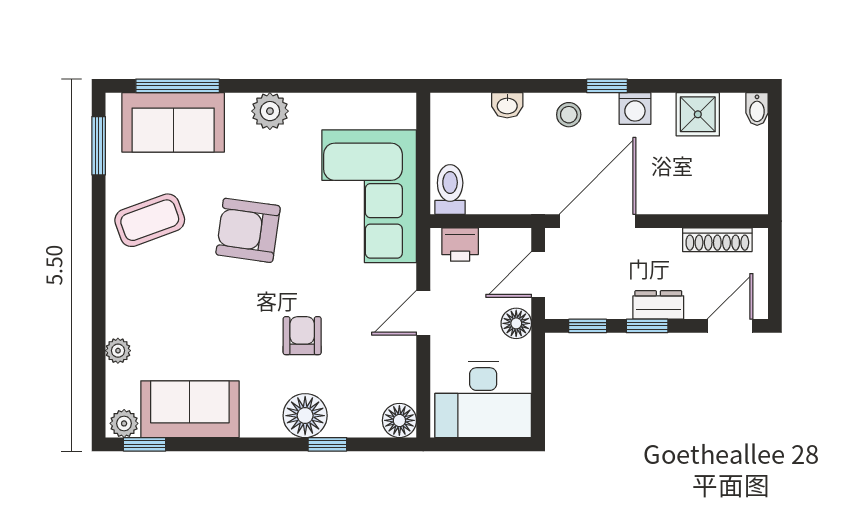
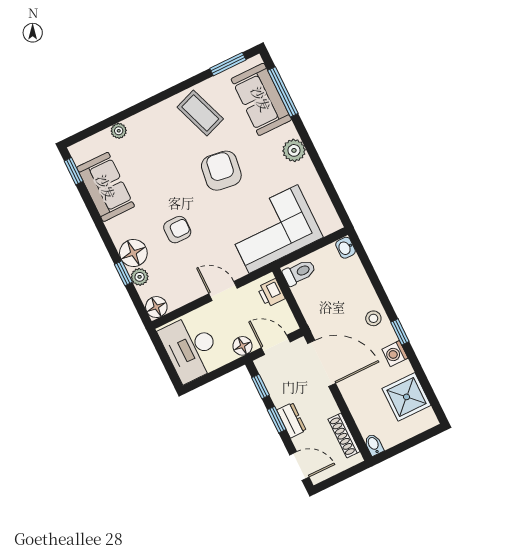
washbasin: (507, 105) -> (345, 248), moved
bidet: (757, 109) -> (374, 445), moved, turned 90
shower: (698, 114) -> (407, 397), width x1.36, depth x1.36
plant: (124, 423) -> (140, 277), moved

